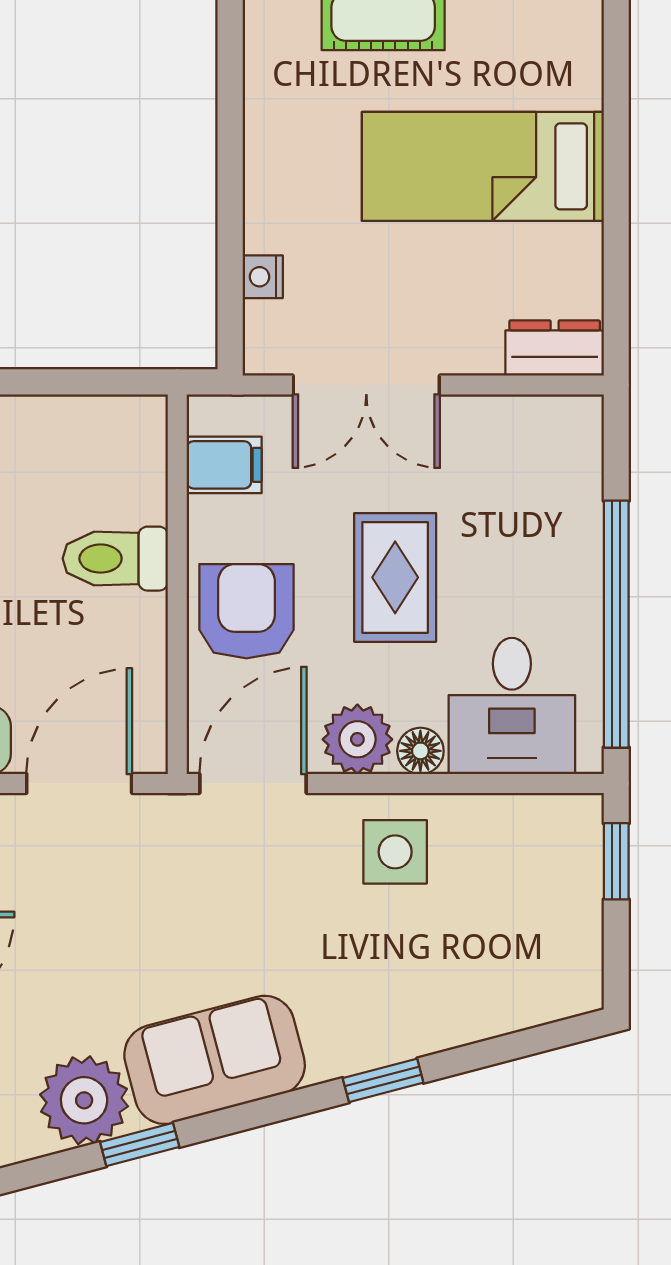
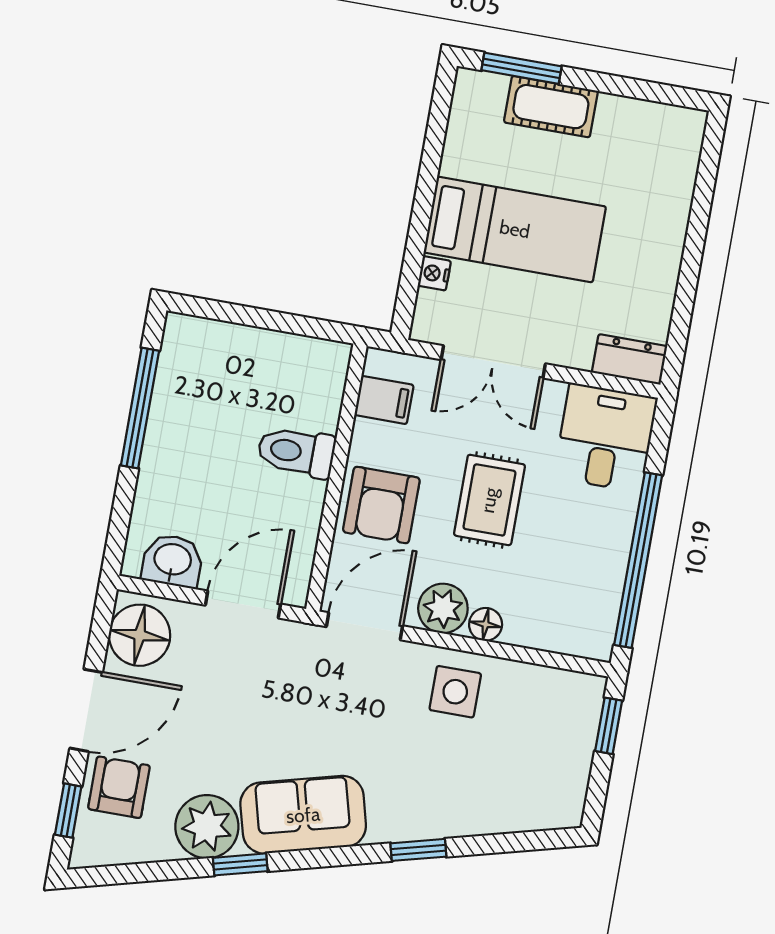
bed: (483, 166) -> (515, 229), moved, turned 180
armchair: (246, 611) -> (381, 505), turned 180
desk: (512, 706) -> (605, 438), moved, turned 180

